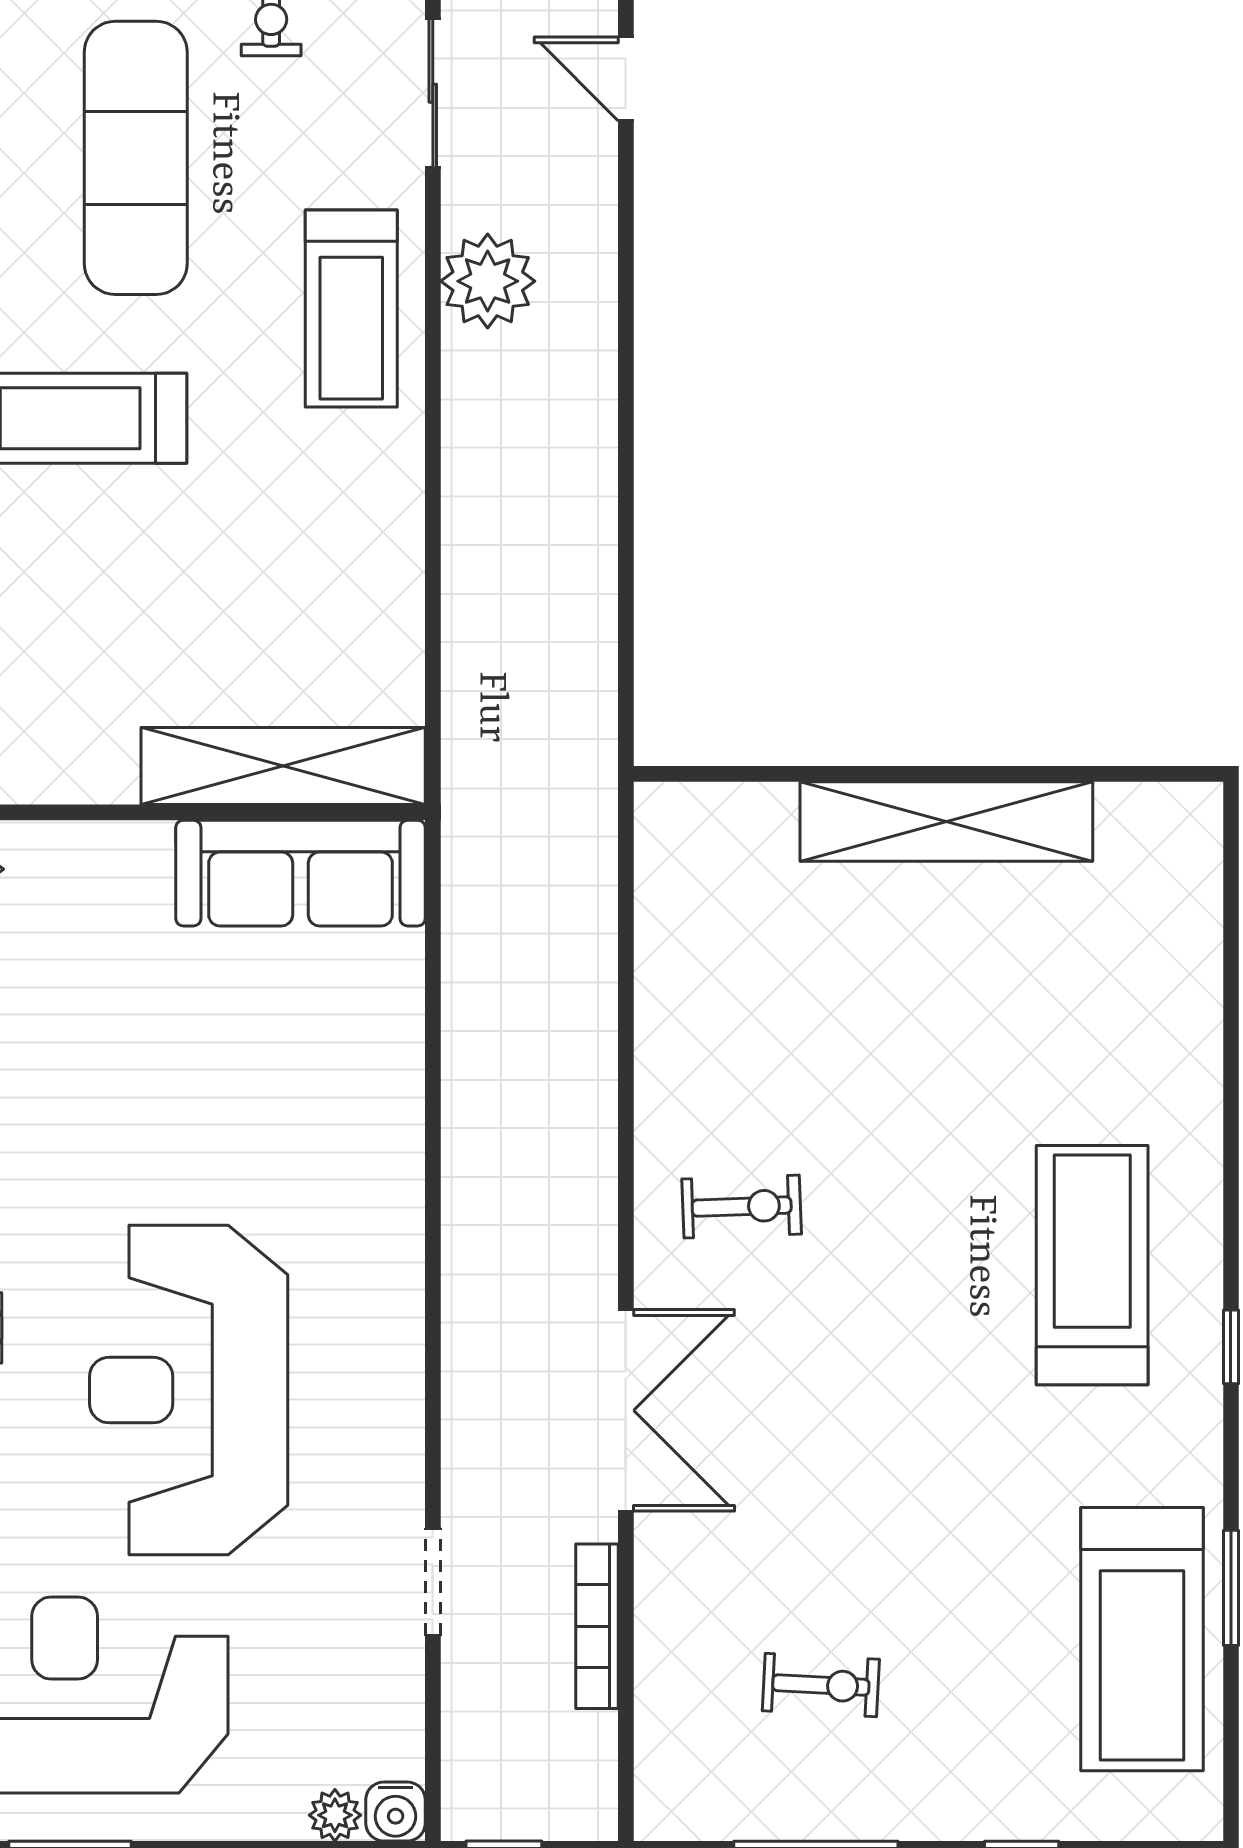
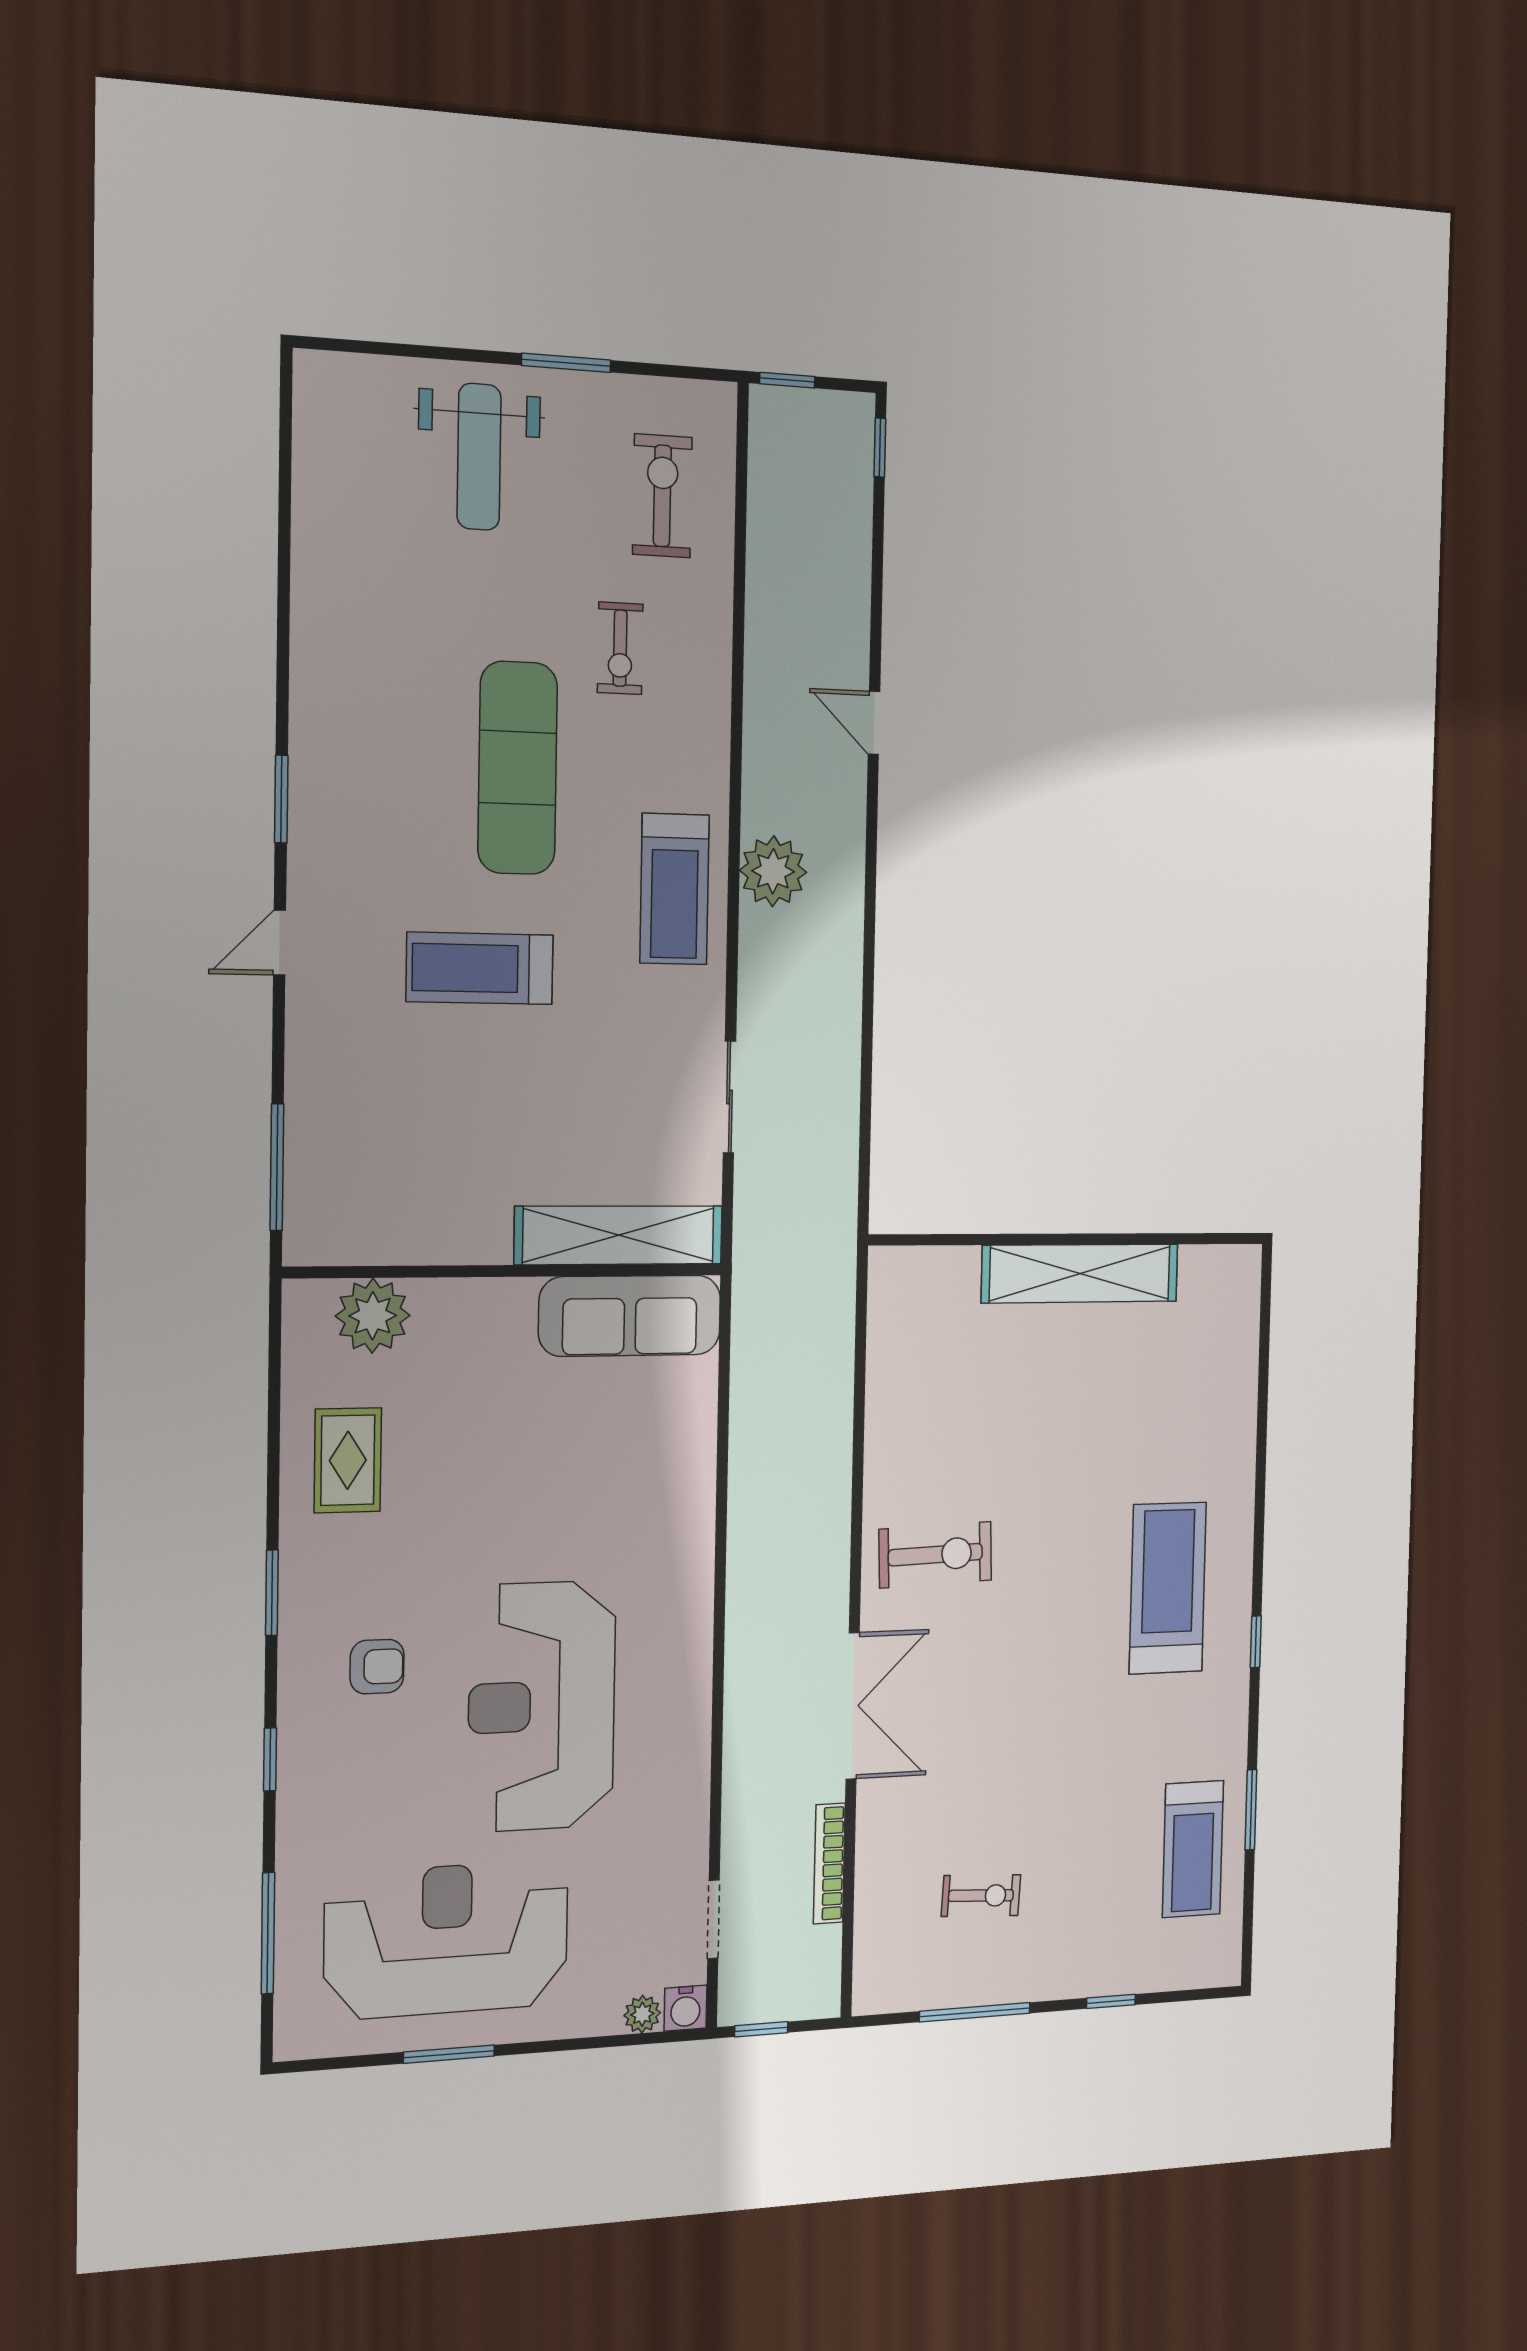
sliding door: (433, 93) -> (729, 1097), moved
exercise bike: (742, 1207) -> (935, 1555), width x1.38, depth x1.39
doorway: (433, 1582) -> (714, 1919), moved
treadmill: (1142, 1639) -> (1193, 1849), width x0.73, depth x0.73

